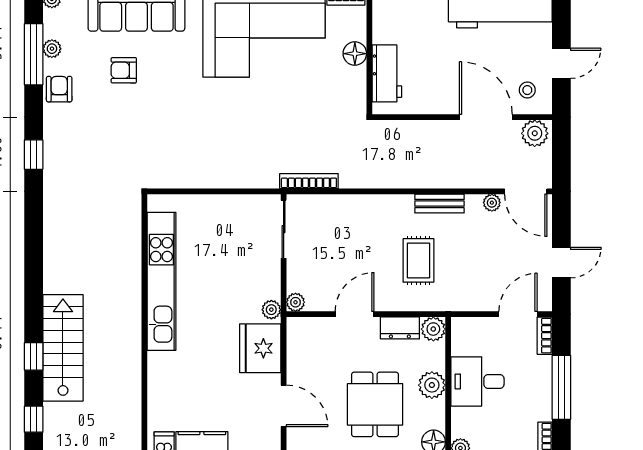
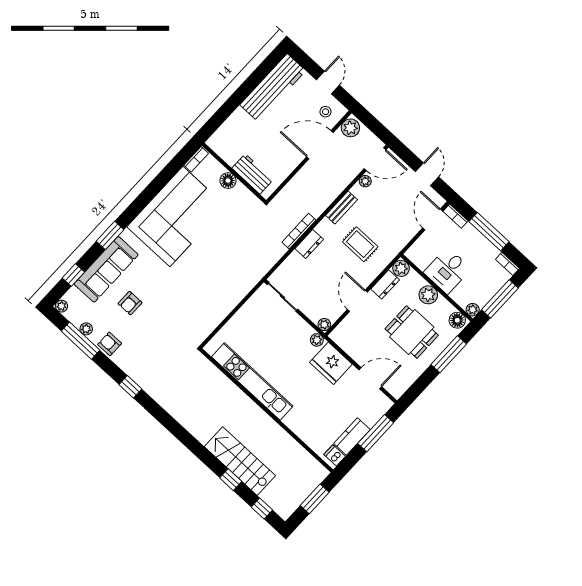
bookcase: (309, 181) -> (299, 231), moved
dresser: (368, 205) -> (309, 244), added

